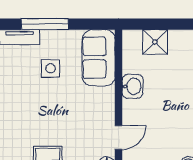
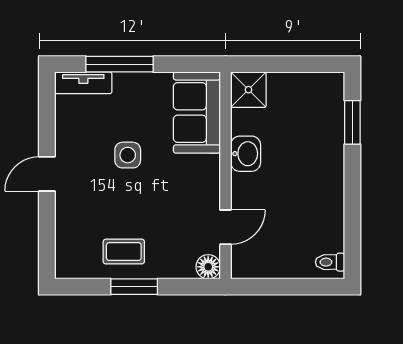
shower: (155, 42) -> (248, 90), moved
side table: (50, 68) -> (128, 155), moved

